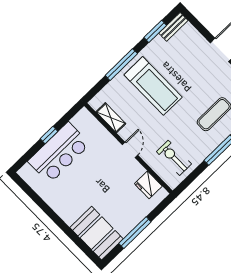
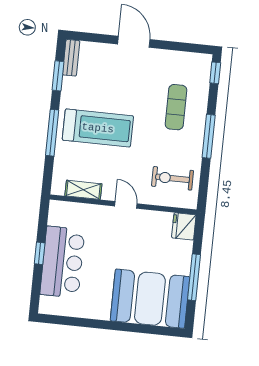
fridge: (148, 185) -> (184, 226), moved, turned 90
booth: (97, 233) -> (150, 299), width x1.36, depth x1.42

